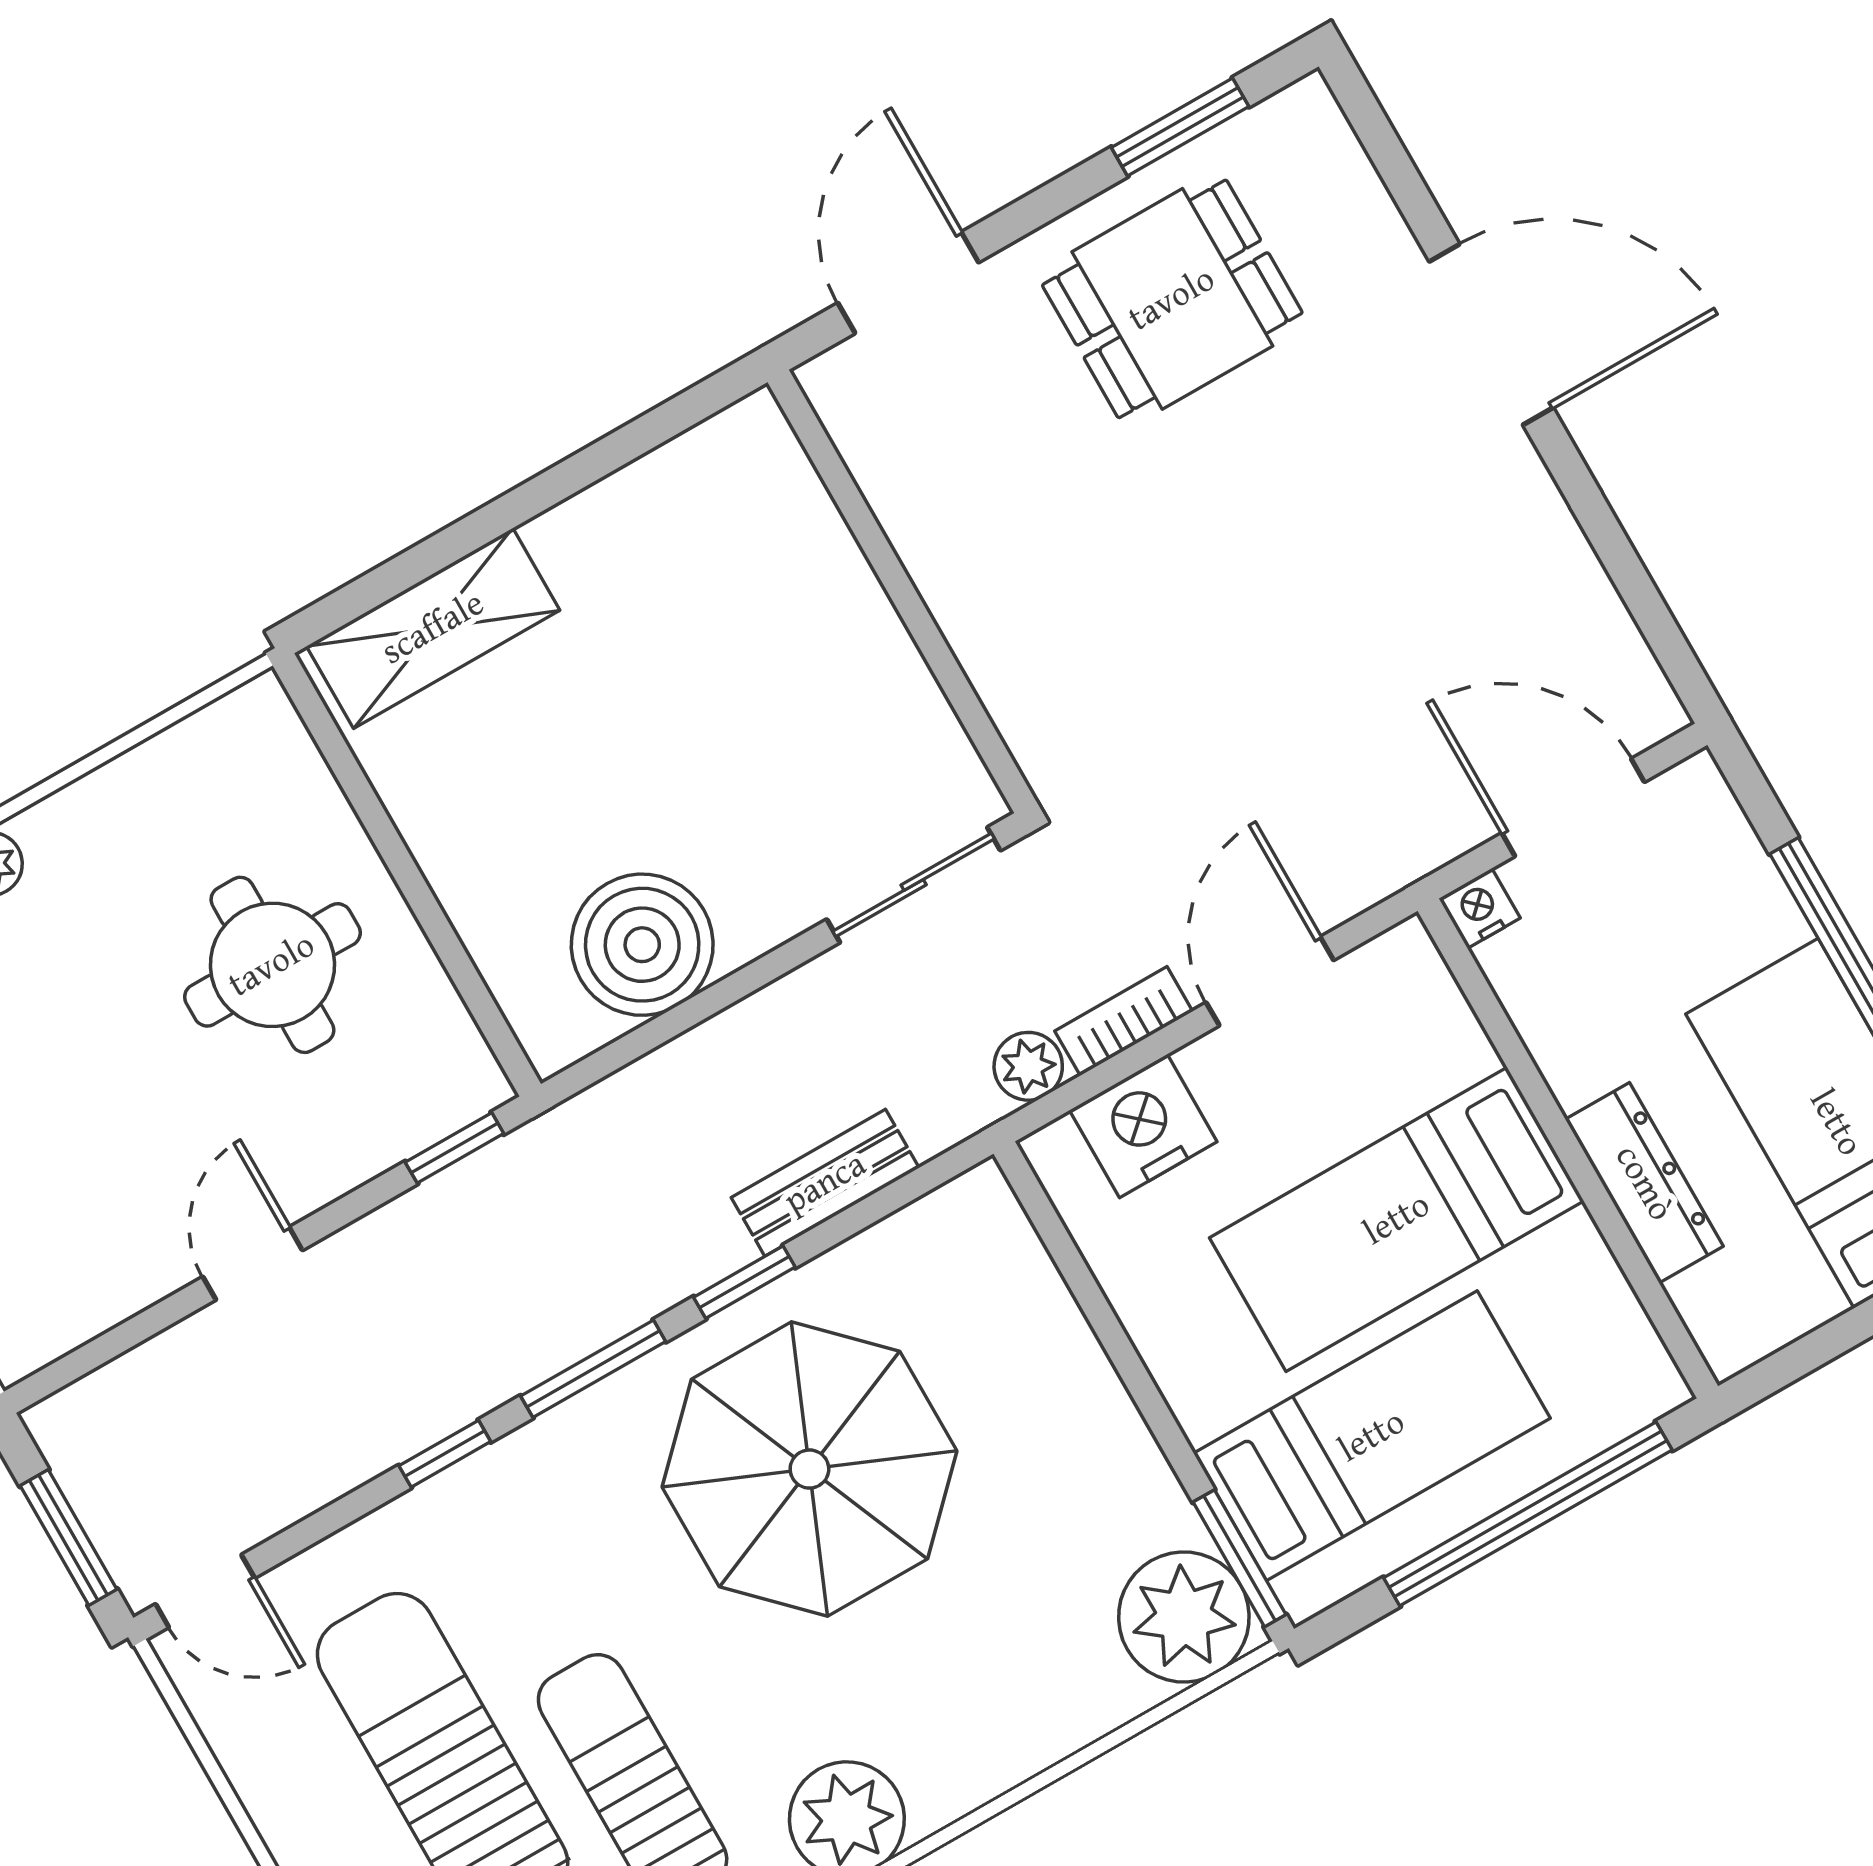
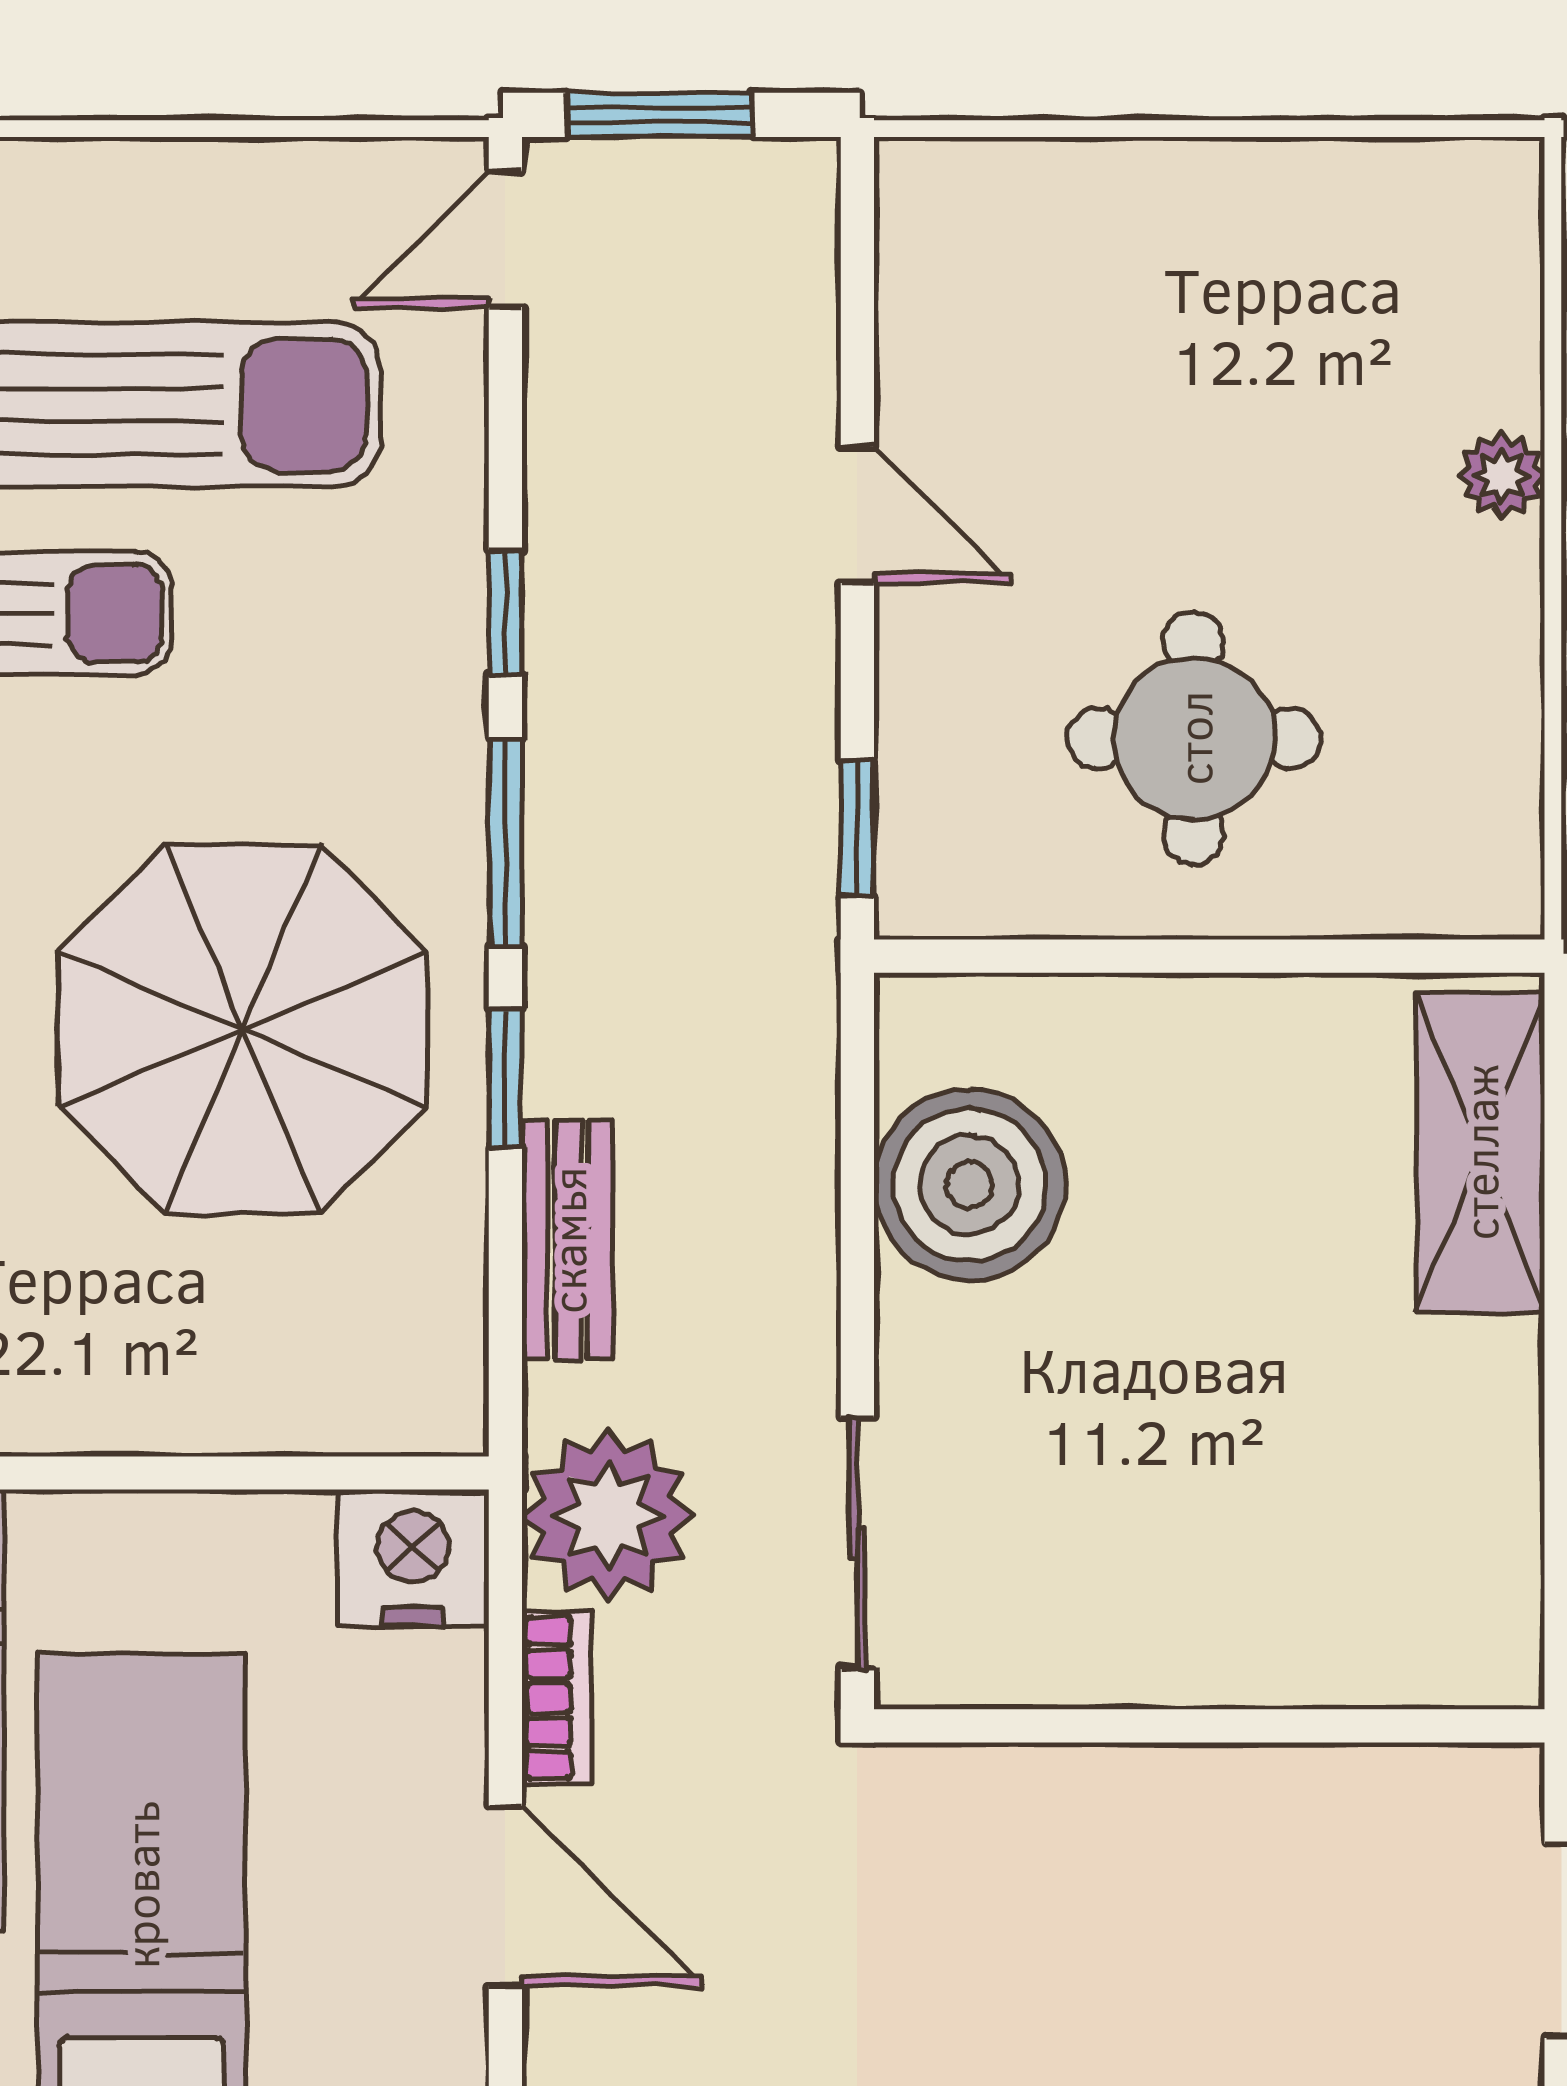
plant: (1028, 1066) -> (608, 1515), width x1.87, depth x1.87
nightstand: (1143, 1126) -> (413, 1558), moved, turned -90

